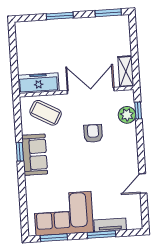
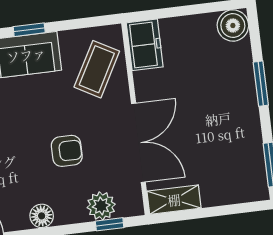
boiler: (24, 30) -> (233, 25), added
freezer: (38, 83) -> (145, 45), width x0.71
floor lamp: (131, 151) -> (42, 216), added

